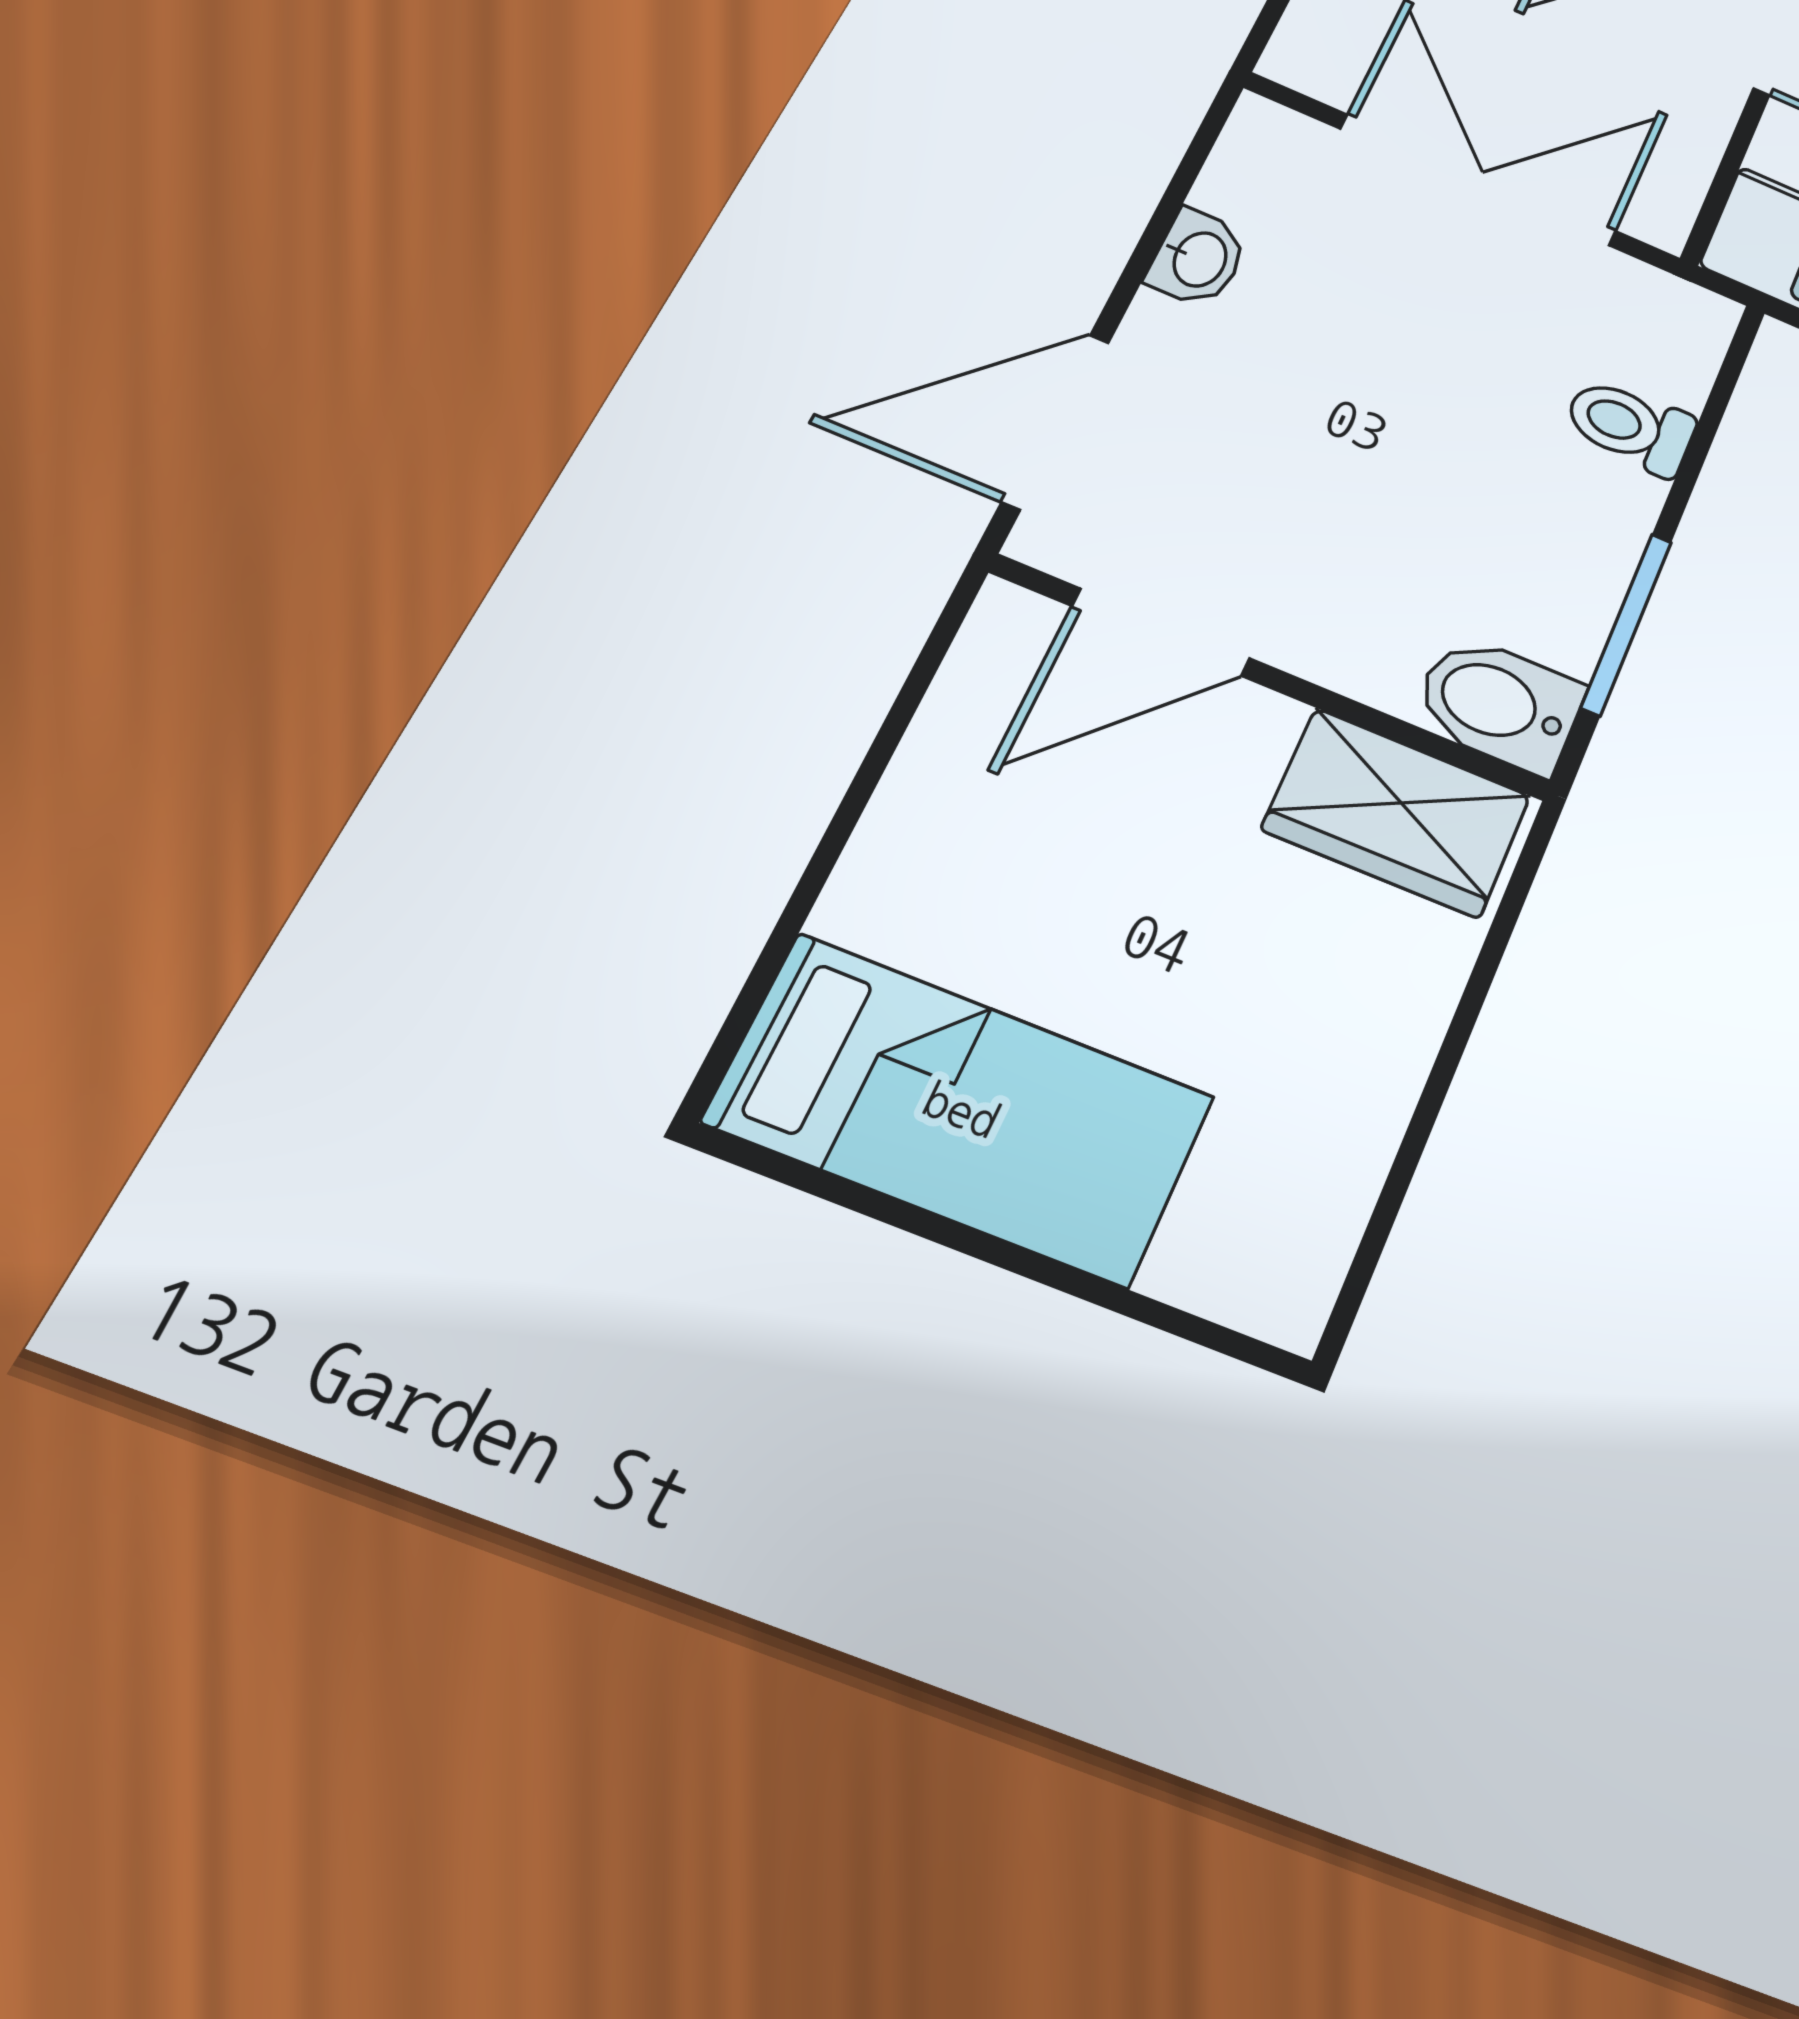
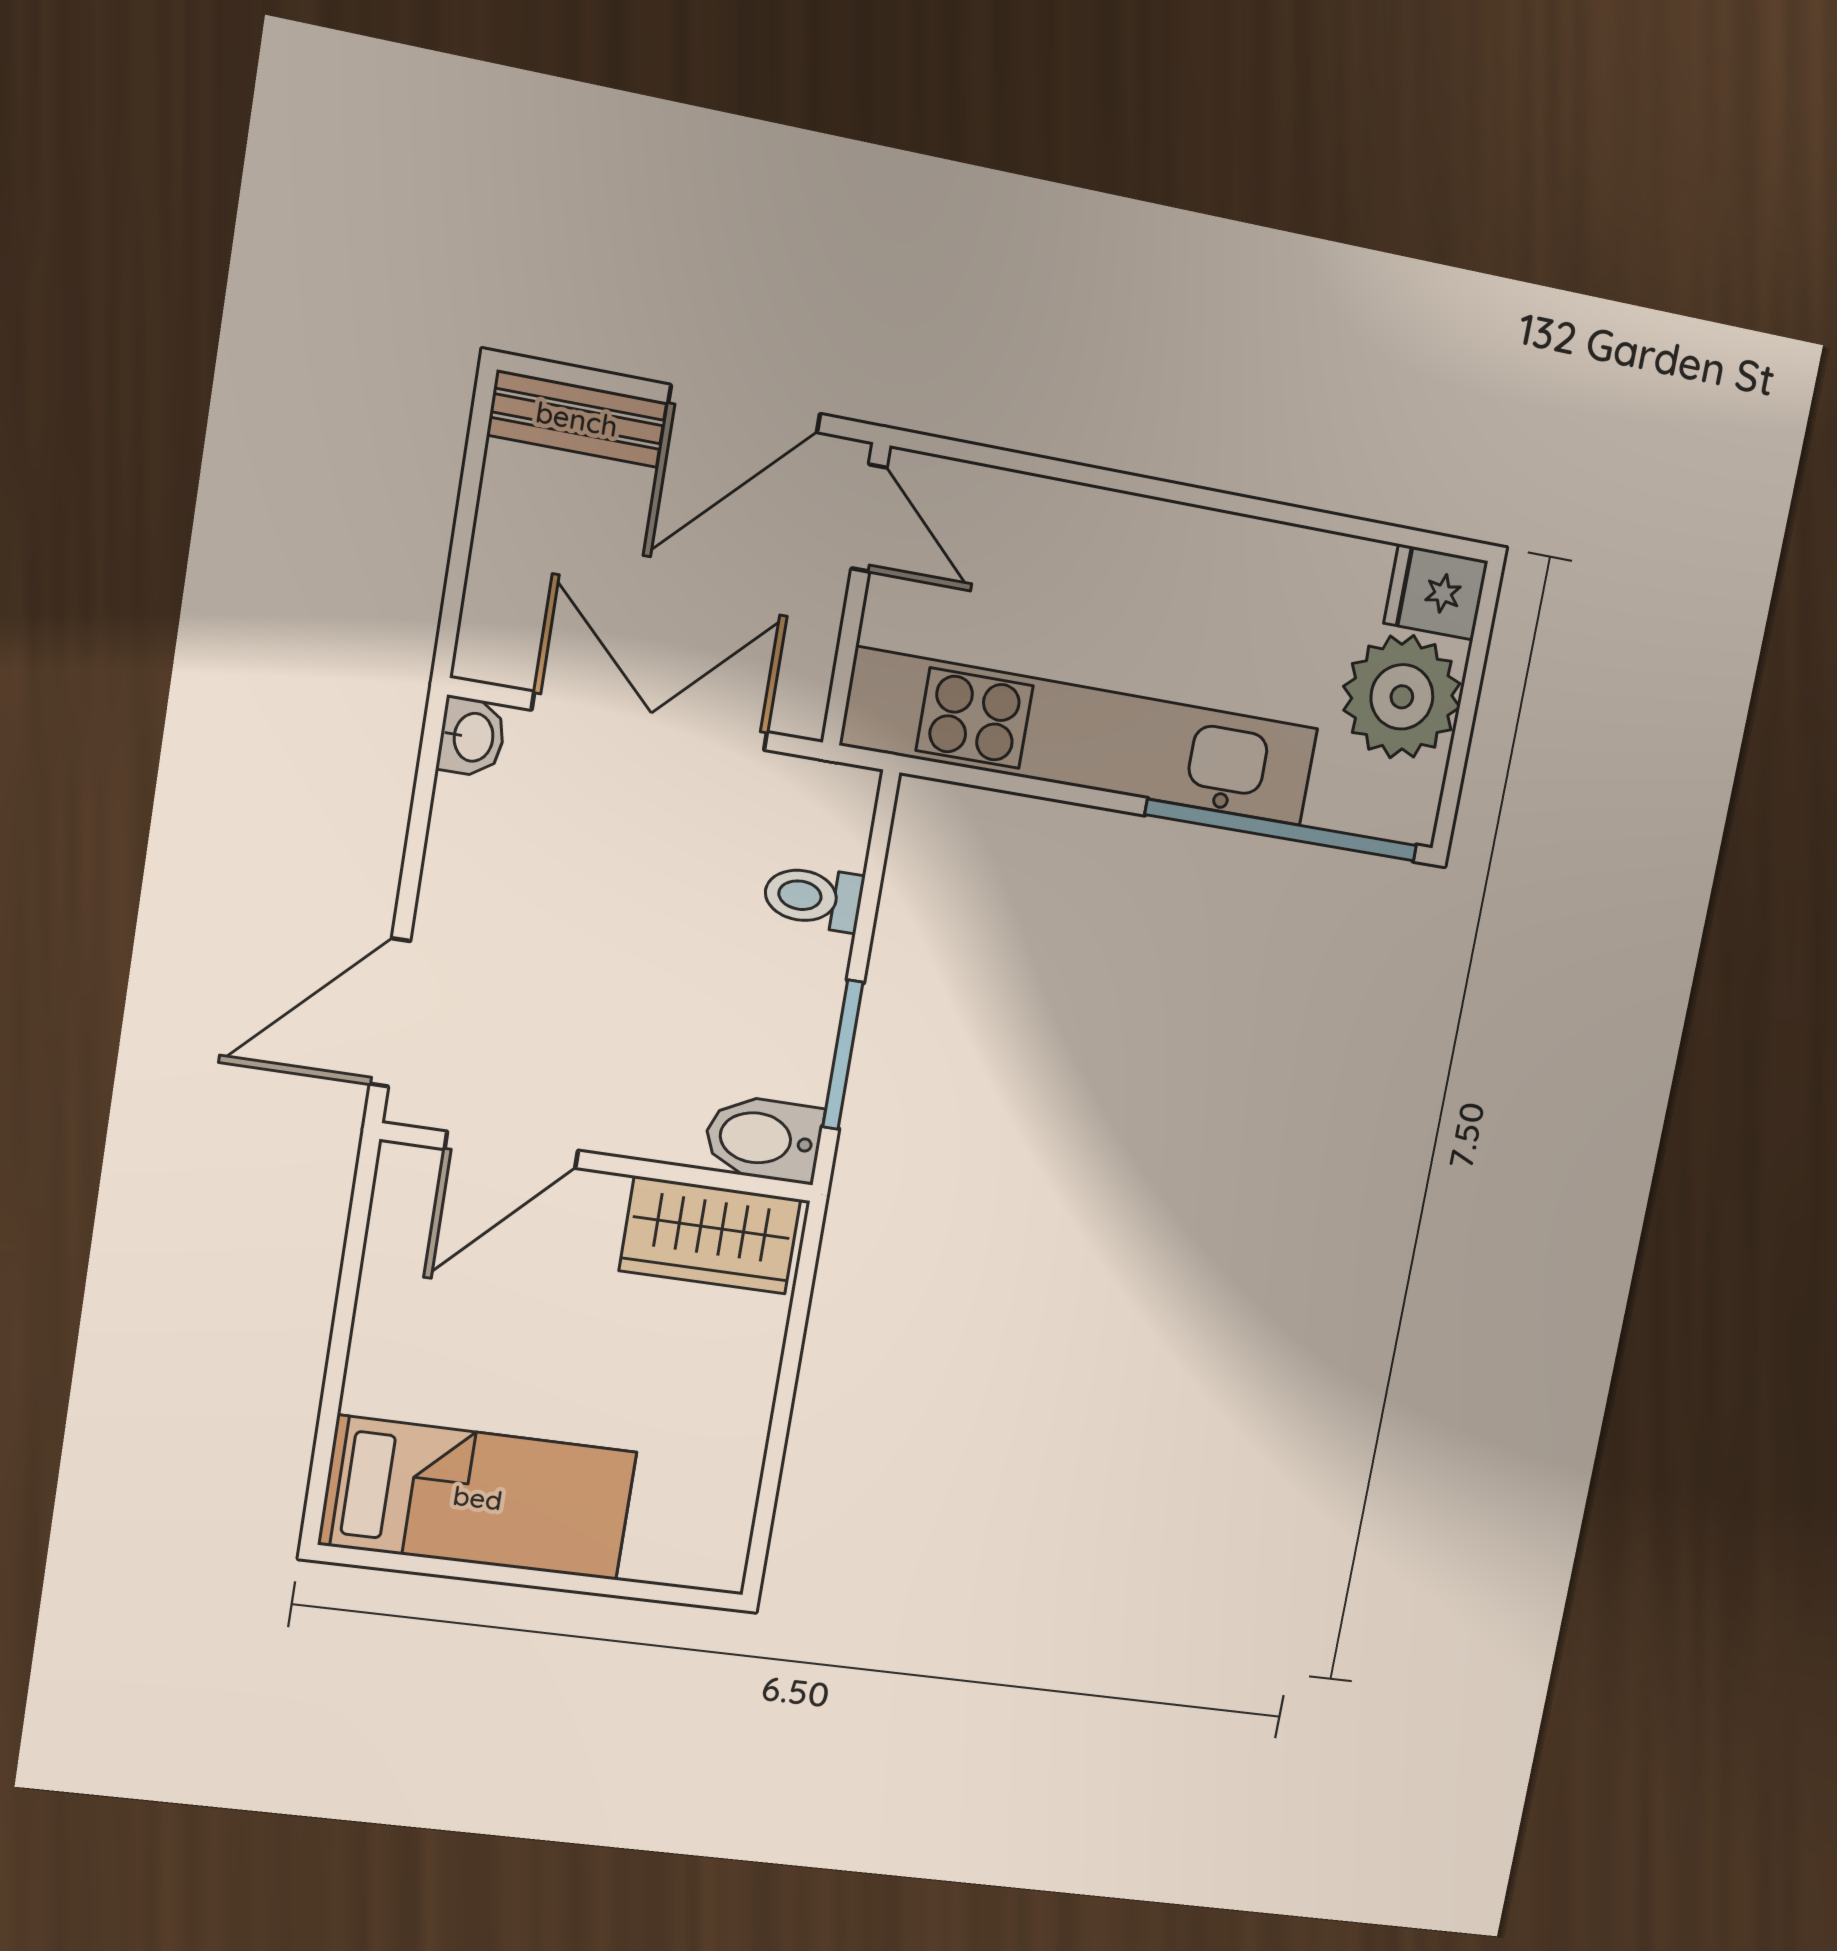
washbasin: (1198, 259) -> (472, 737), moved

